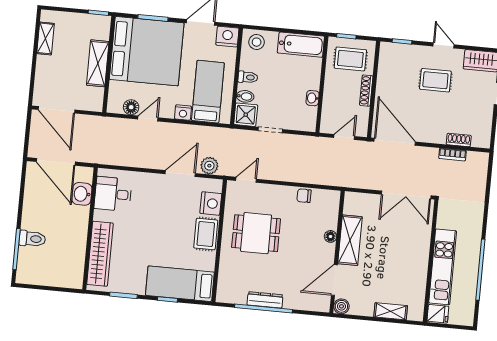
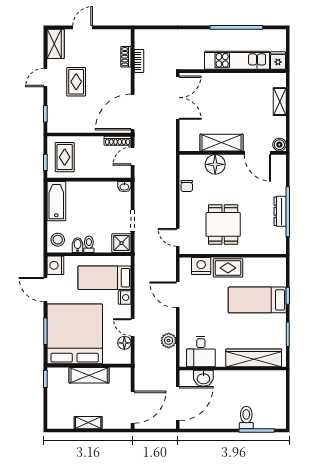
shelving: (45, 38) -> (88, 423), moved
shoe rack: (366, 91) -> (118, 141), moved
bidet: (245, 96) -> (78, 245), moved
washbasin: (313, 98) -> (124, 187), moved
door: (344, 137) -> (133, 156), hinge flipped
plant: (209, 166) -> (169, 341), moved
floor lamp: (330, 236) -> (215, 164), width x1.89, depth x1.89
bed: (180, 284) -> (257, 300), moved, turned 90

